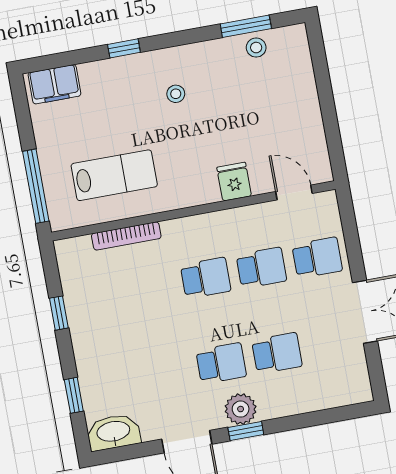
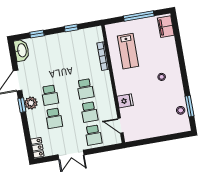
window: (124, 48) -> (181, 56), removed
window: (36, 186) -> (139, 16), moved
door: (294, 193) -> (120, 126), swing flipped
locker: (348, 393) -> (37, 148), added

